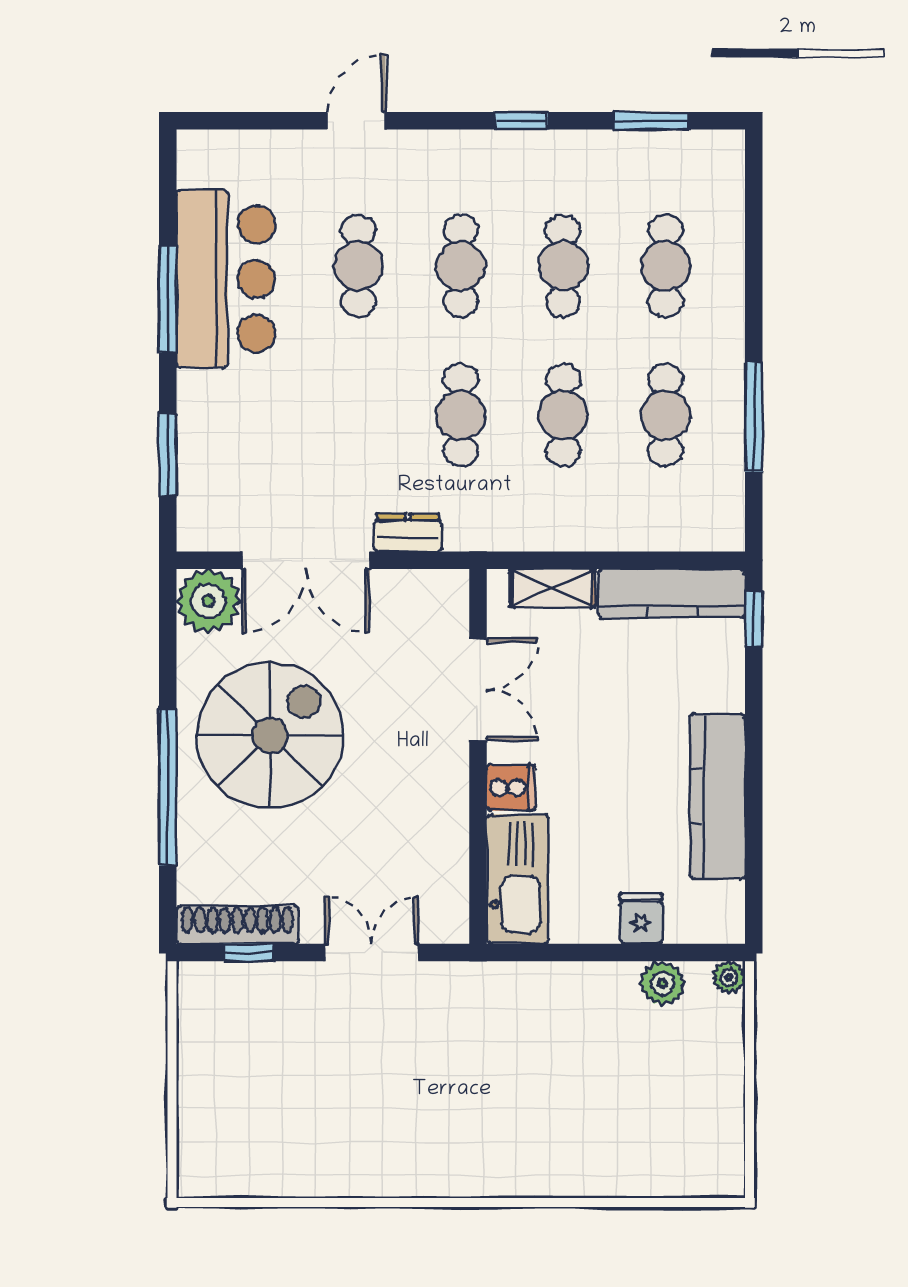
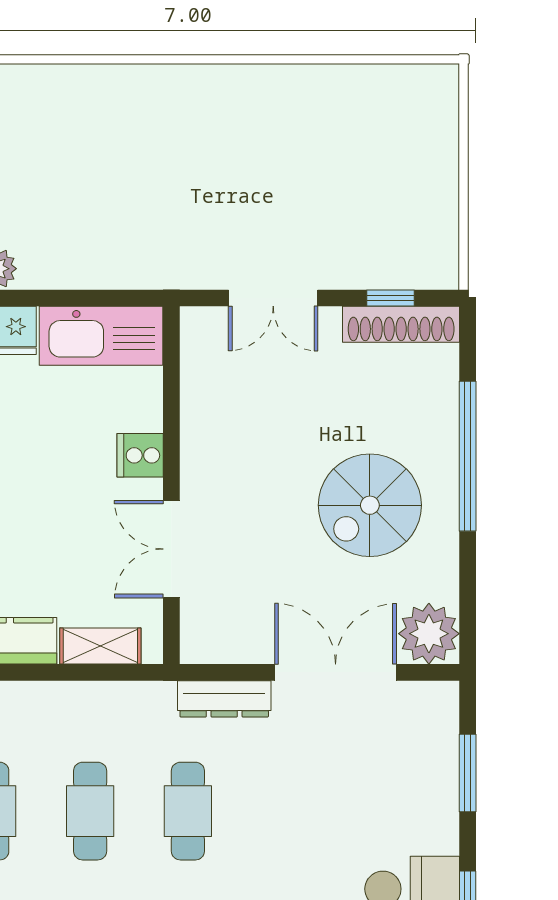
dresser: (408, 533) -> (224, 699), width x1.44
spiral stairs: (270, 735) -> (370, 505), width x0.73, depth x0.73
kitchen sink: (518, 879) -> (101, 336), moved, turned -90

